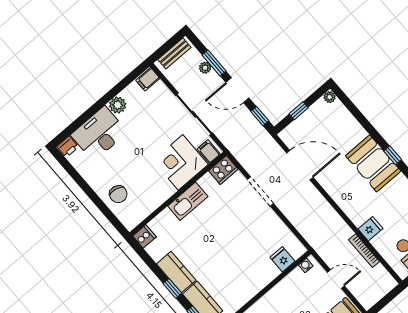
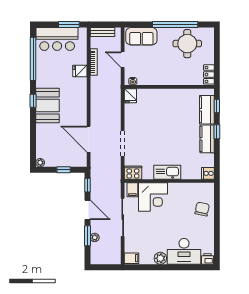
bench: (174, 53) -> (102, 32), moved
fridge: (283, 259) -> (130, 96), moved

